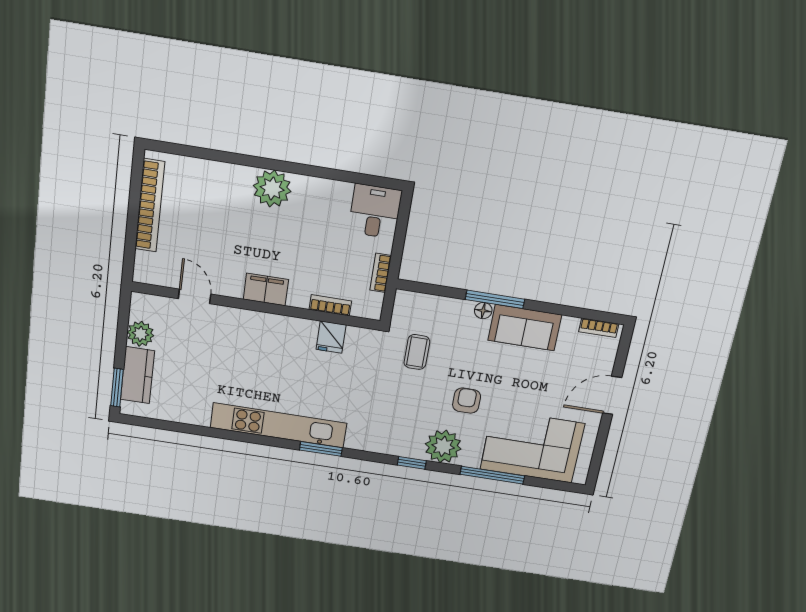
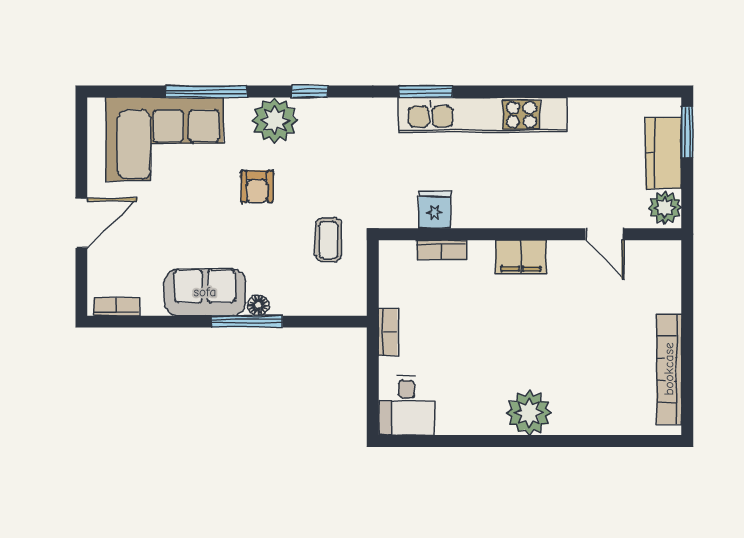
filing cabinet: (266, 289) -> (521, 257), moved
door: (195, 296) -> (605, 234), moved
bookcase: (330, 305) -> (441, 250), moved
wall: (256, 306) -> (530, 234), moved
fridge: (331, 337) -> (435, 210), moved

